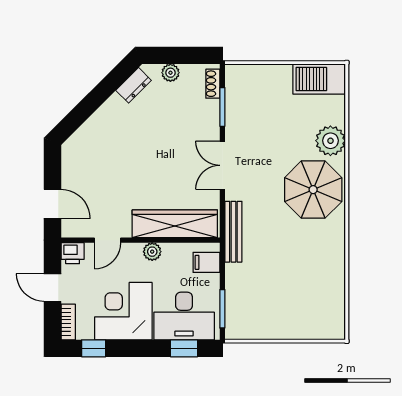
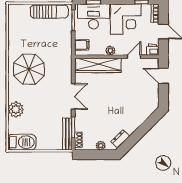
parasol: (313, 190) -> (29, 69), moved
bench: (233, 232) -> (67, 134), moved
sun lounger: (267, 325) -> (49, 12), added

